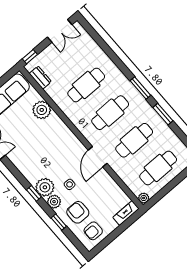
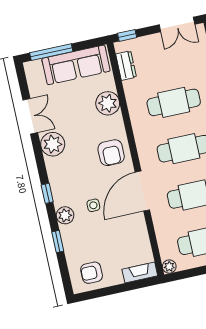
door: (98, 157) -> (142, 191), width x1.36
plant: (45, 187) -> (53, 144), moved
armchair: (78, 212) -> (111, 153), moved, turned 180

